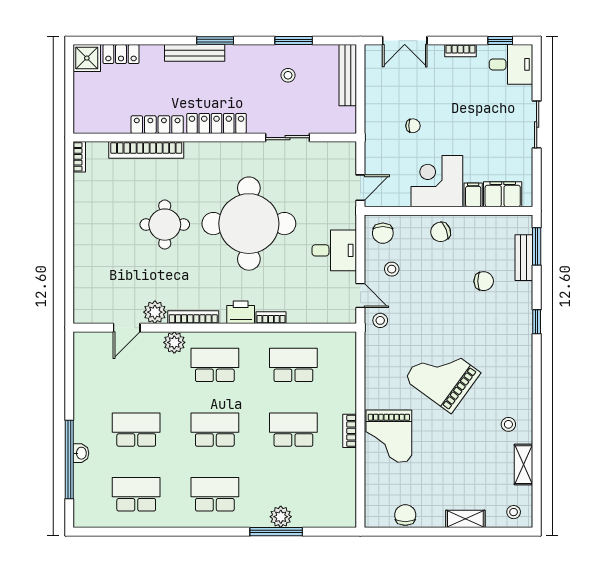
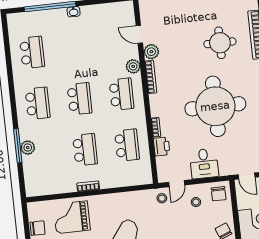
round table: (165, 225) -> (220, 43), moved
chair: (383, 233) -> (219, 194), turned -90
printer: (241, 312) -> (162, 147), moved
school desk: (136, 430) -> (74, 48), removed
grand piano: (389, 436) -> (72, 217), moved
washbasin: (81, 453) -> (74, 12), moved

